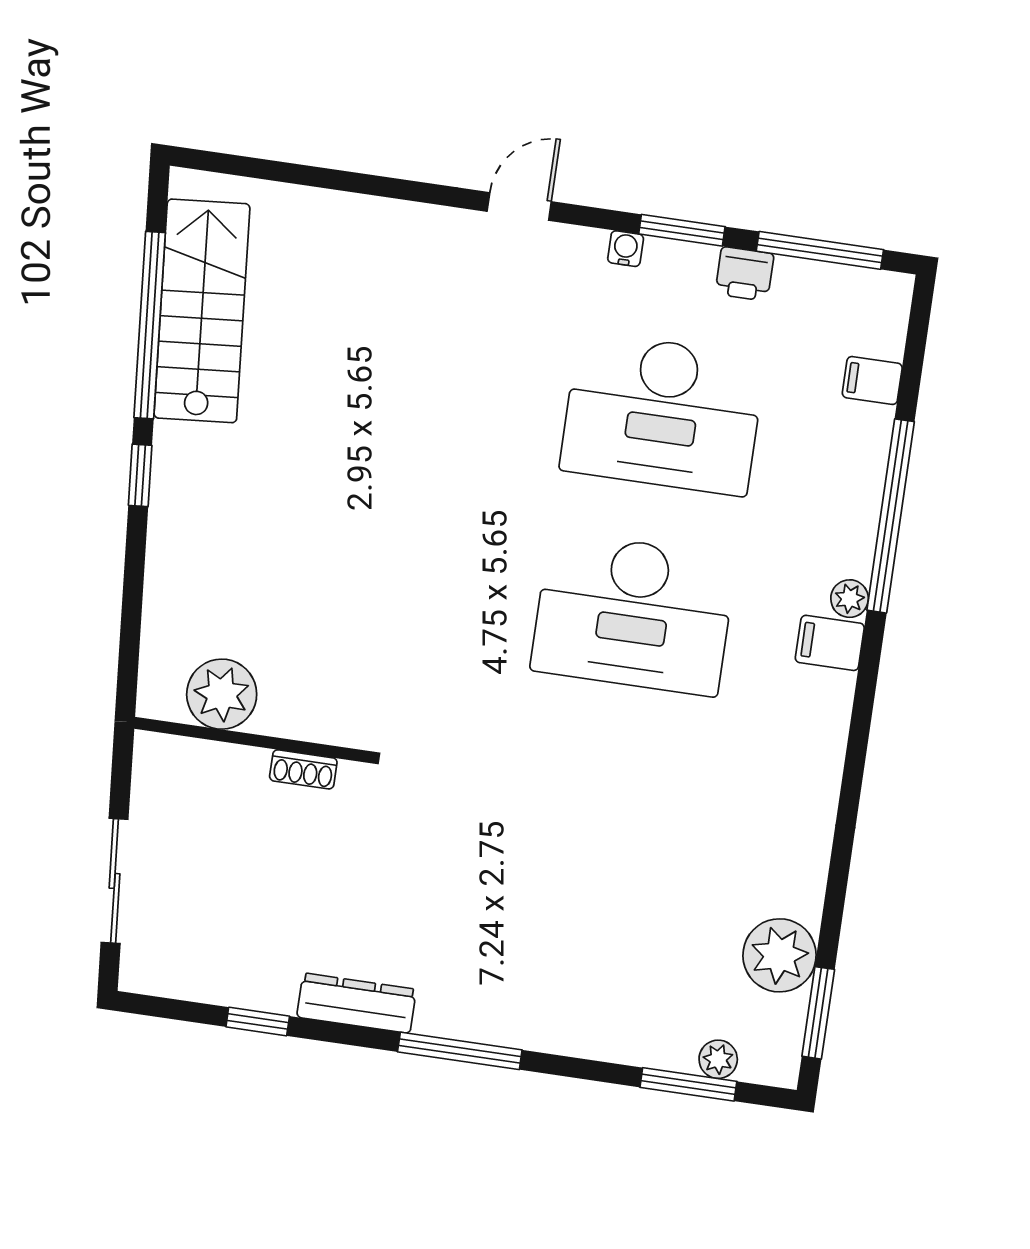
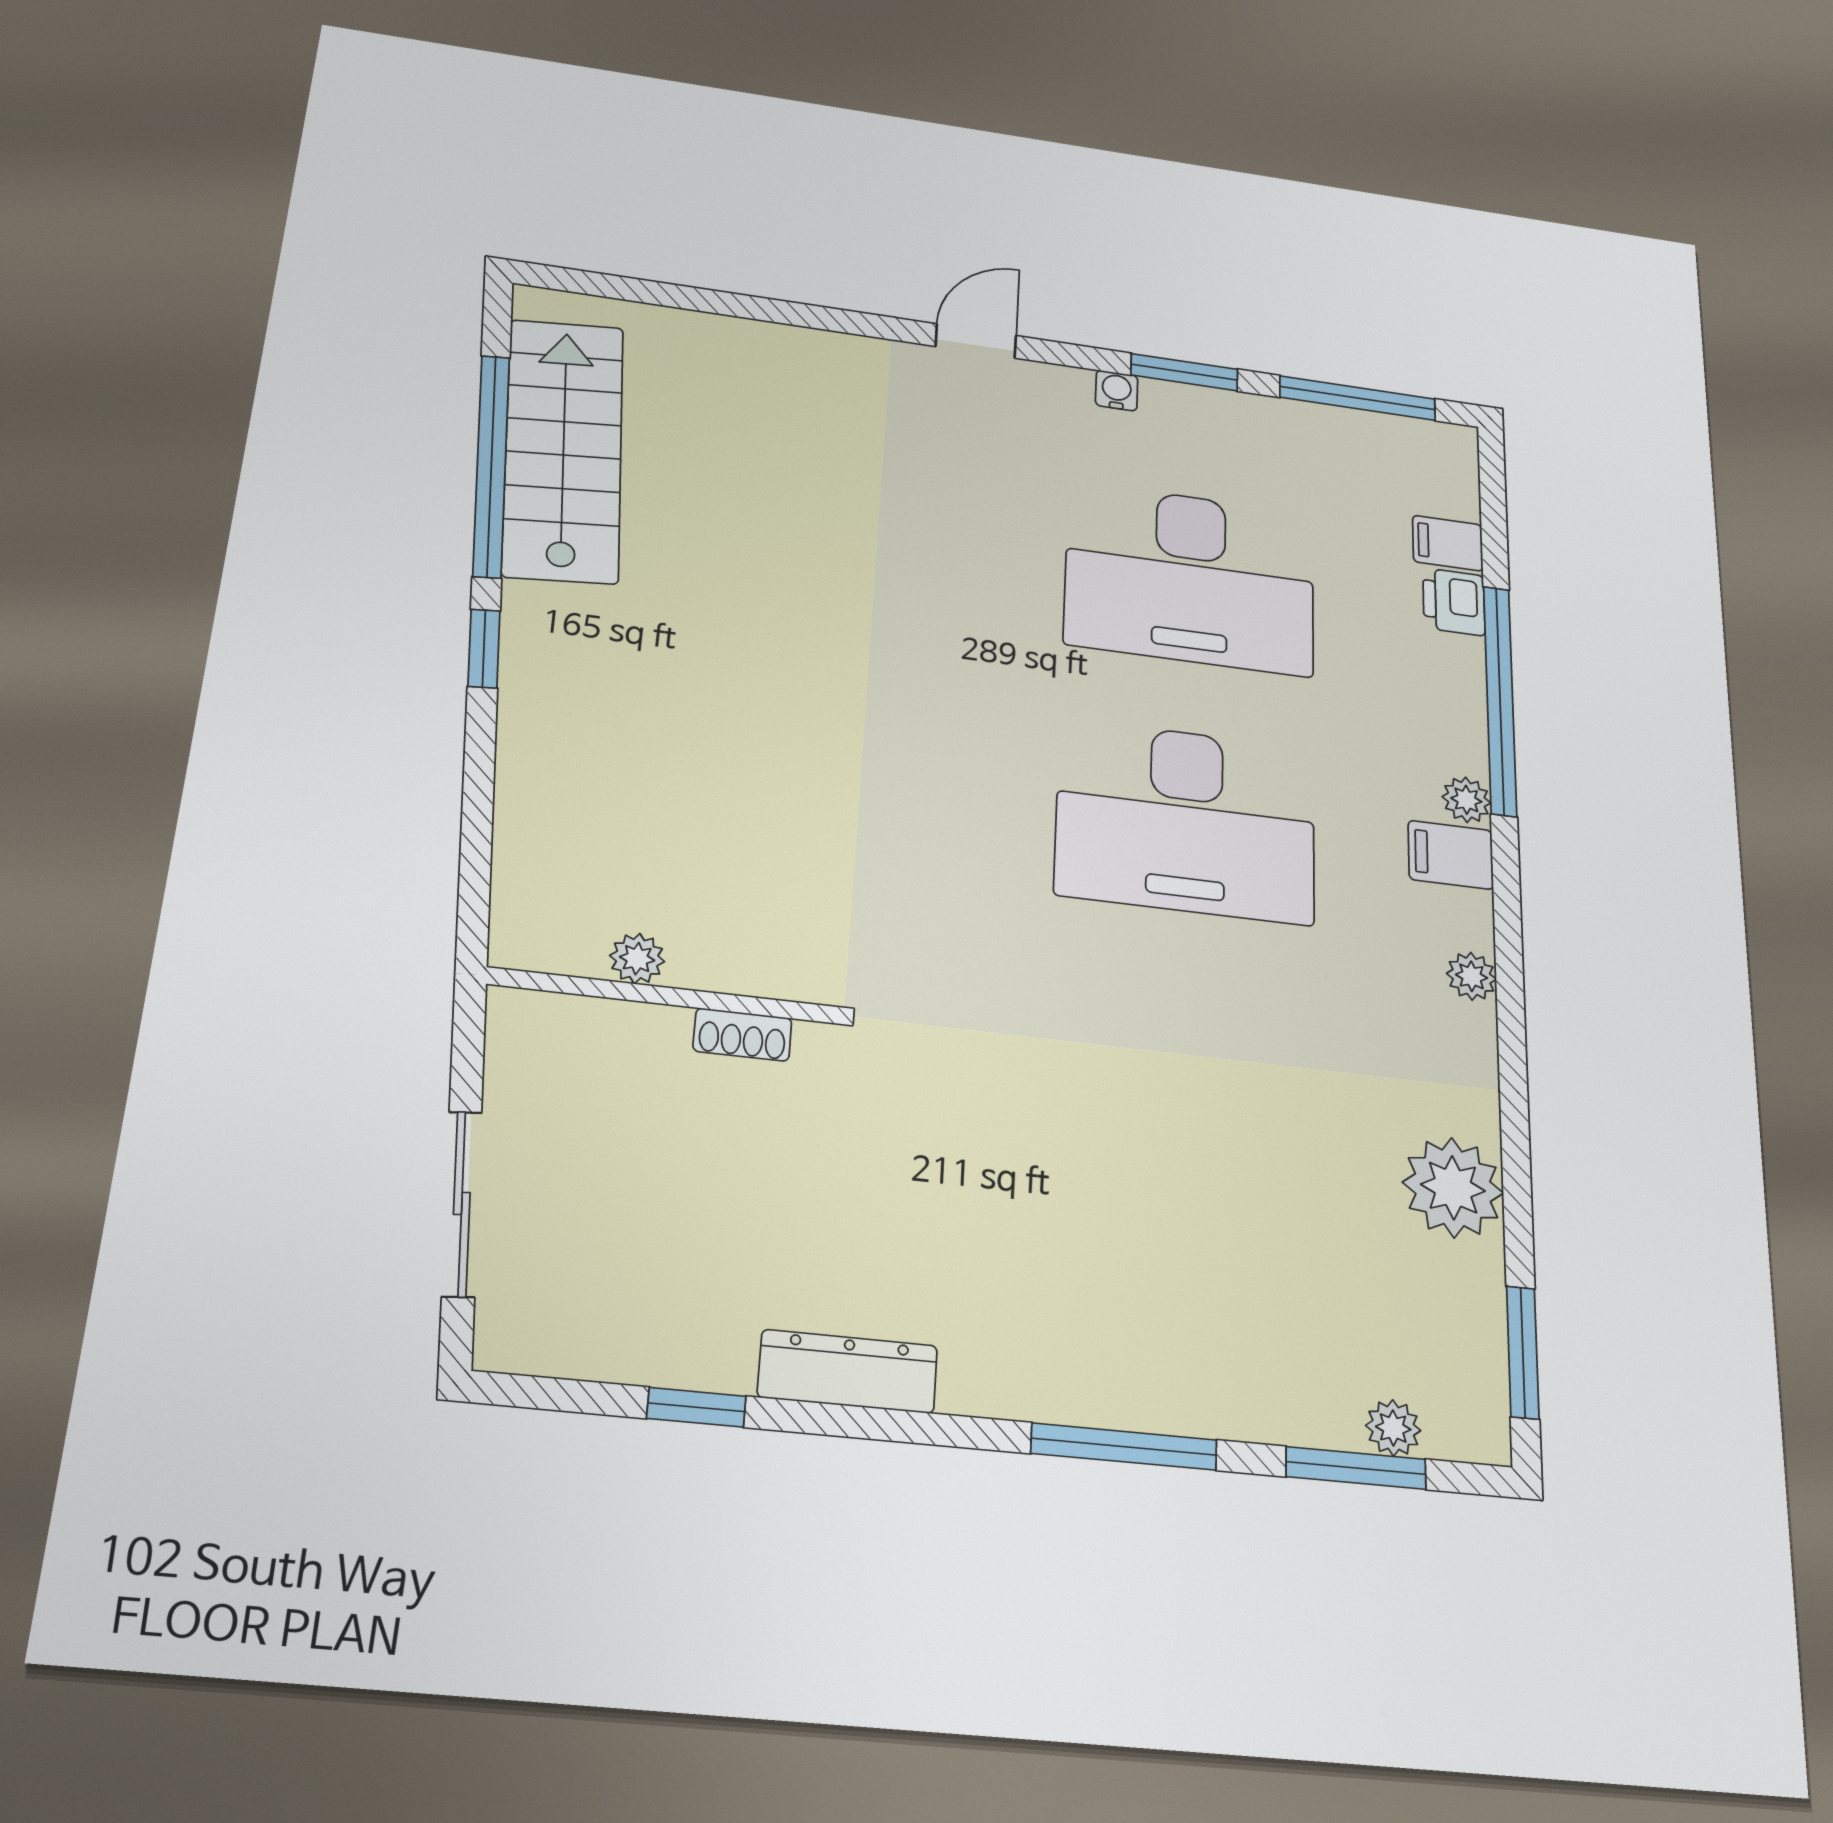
printer: (744, 274) -> (1454, 602), moved, turned 90
plant: (222, 694) -> (637, 959), width x0.53, depth x0.53
plant: (829, 738) -> (1472, 976), added
plant: (779, 955) -> (1453, 1188), moved
window: (460, 1051) -> (1124, 1447), moved

